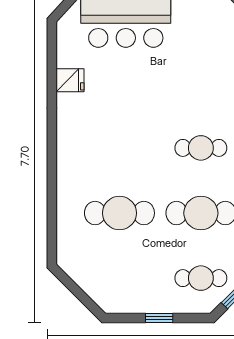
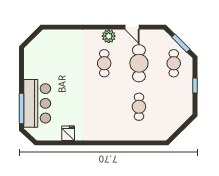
cafe table: (119, 213) -> (139, 107), width x0.73, depth x0.74

